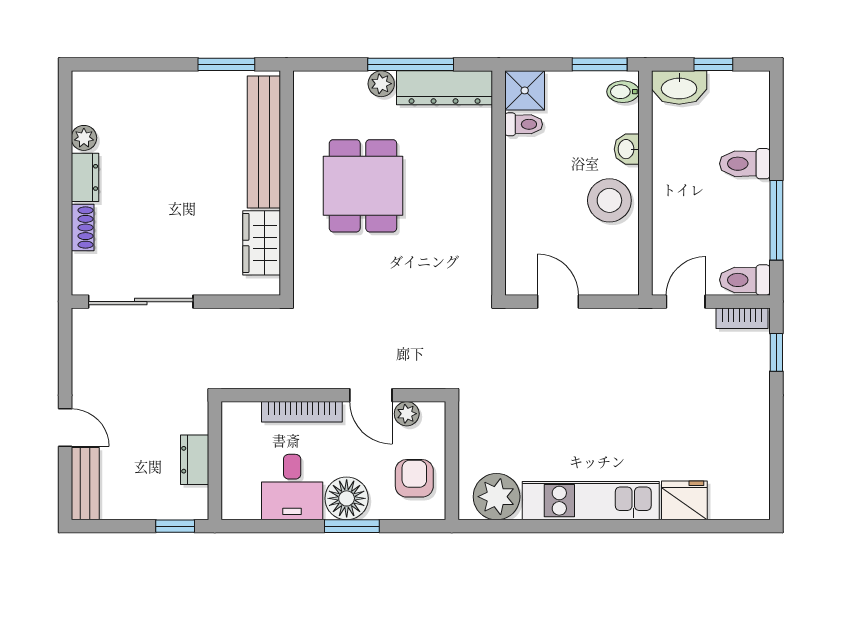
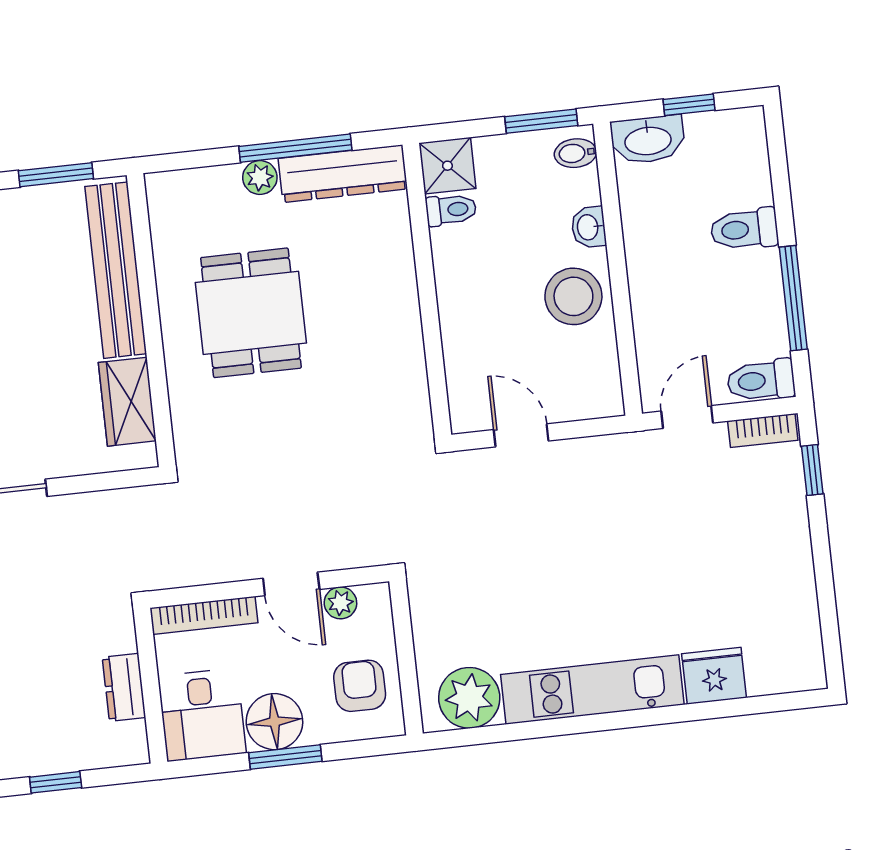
dresser: (195, 460) -> (124, 687), moved
wall: (215, 461) -> (150, 686), moved

